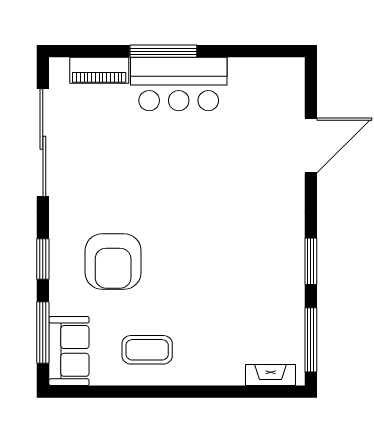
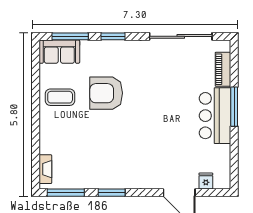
fridge: (291, 100) -> (206, 181), added
armchair: (113, 262) -> (106, 93), moved
coffee table: (147, 350) -> (60, 97), turned 90

